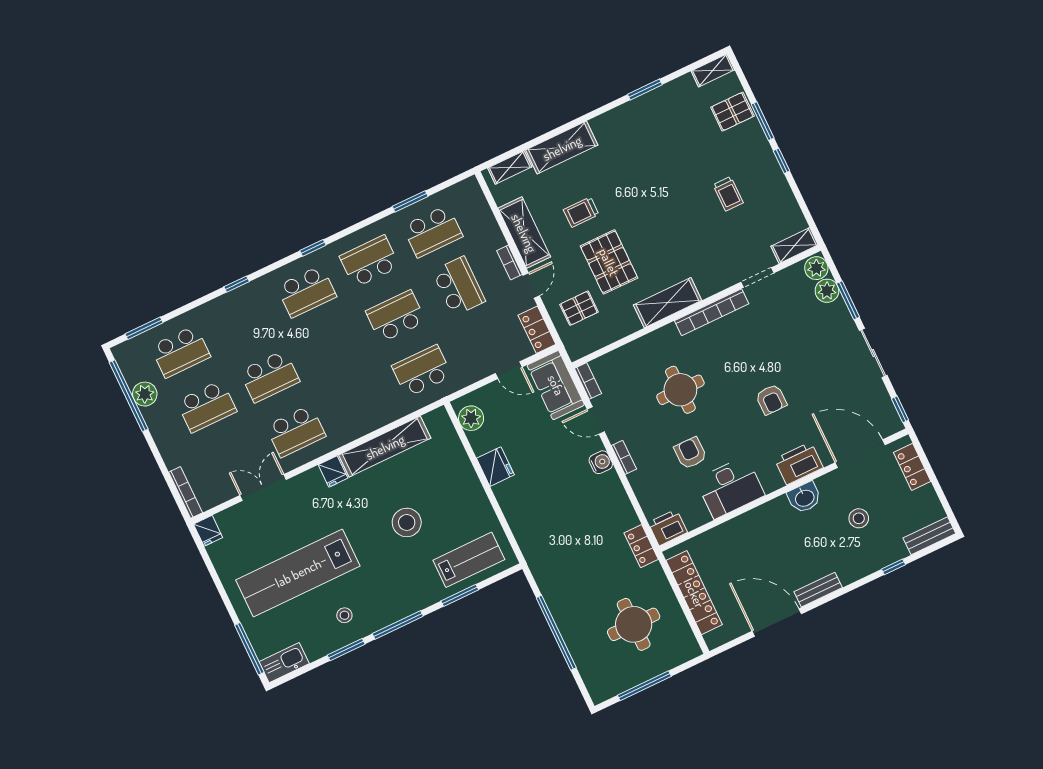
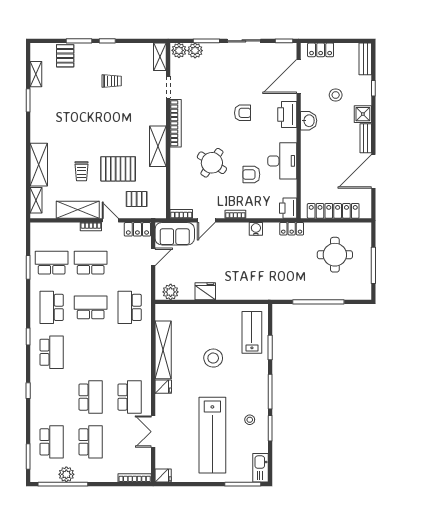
shelving: (713, 70) -> (36, 74), moved
school desk: (433, 231) -> (52, 263), turned -90
pallet: (579, 308) -> (137, 199), turned 90
school desk: (396, 316) -> (91, 307), turned 90
round table: (680, 390) -> (212, 163), turned 33
water cooler: (601, 462) -> (256, 229), moved
shower: (850, 569) -> (363, 114), added

